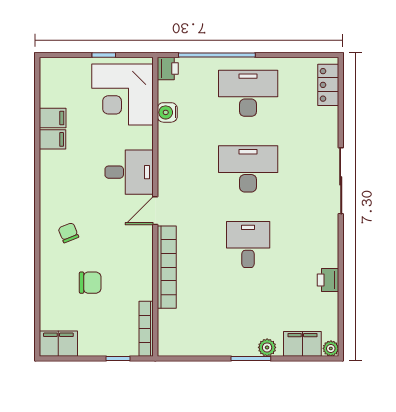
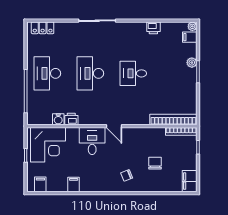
printer: (168, 69) -> (71, 119), moved
filing cabinet: (53, 118) -> (40, 184), moved
bookcase: (167, 267) -> (173, 120), moved
filing cabinet: (302, 344) -> (190, 37), width x0.50

